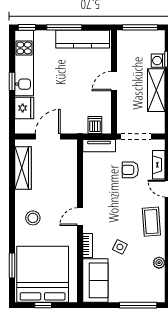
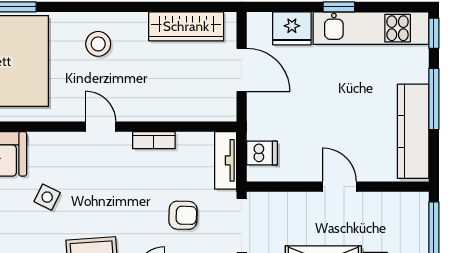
armchair: (130, 170) -> (183, 215), turned 92
bookcase: (88, 245) -> (154, 140), moved

